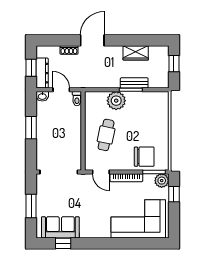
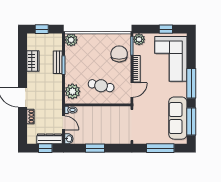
door: (61, 90) -> (63, 123), swing flipped
plant: (161, 99) -> (71, 40), added
plant: (116, 101) -> (72, 91), moved
window: (174, 194) -> (166, 29), moved
window: (31, 206) -> (160, 148), width x1.44
sofa: (60, 227) -> (178, 118), width x1.36
window: (63, 243) -> (191, 121), width x2.17
window: (109, 243) -> (191, 83), added

